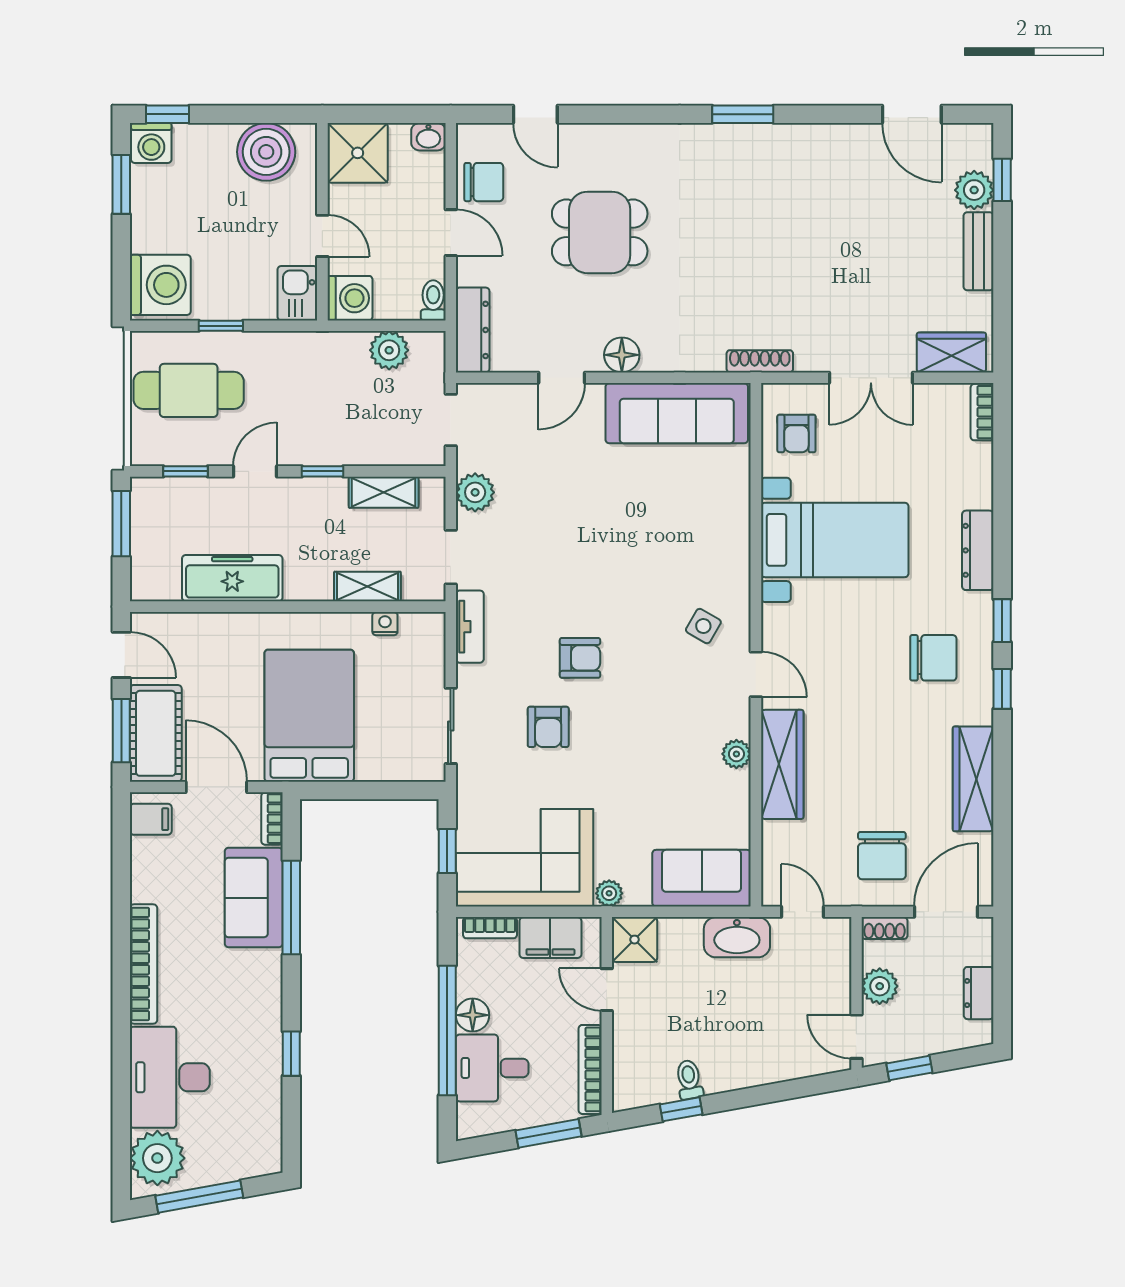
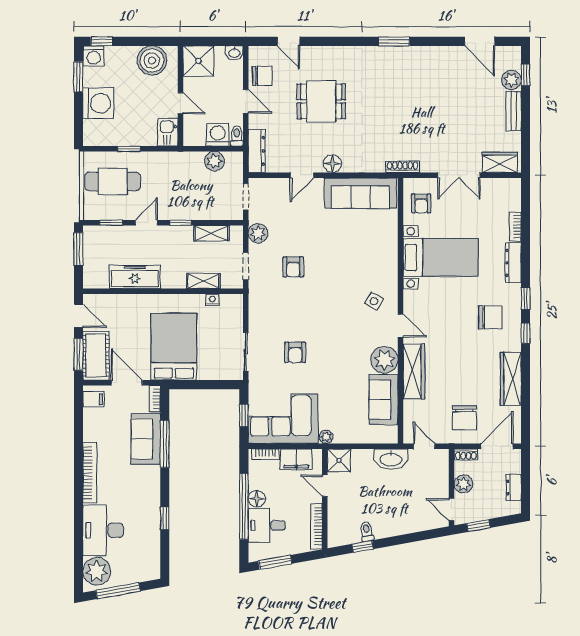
washing machine: (160, 285) -> (98, 103), moved
washing machine: (350, 298) -> (218, 135), moved, turned -90
bookcase: (982, 412) -> (515, 227), moved
tv unit: (470, 627) -> (255, 301), removed
armchair: (580, 658) -> (293, 267), moved, turned 90
plant: (736, 754) -> (384, 360), width x1.87, depth x1.87
sofa: (702, 878) -> (383, 400), moved, turned -90
window: (548, 1133) -> (275, 562), moved

